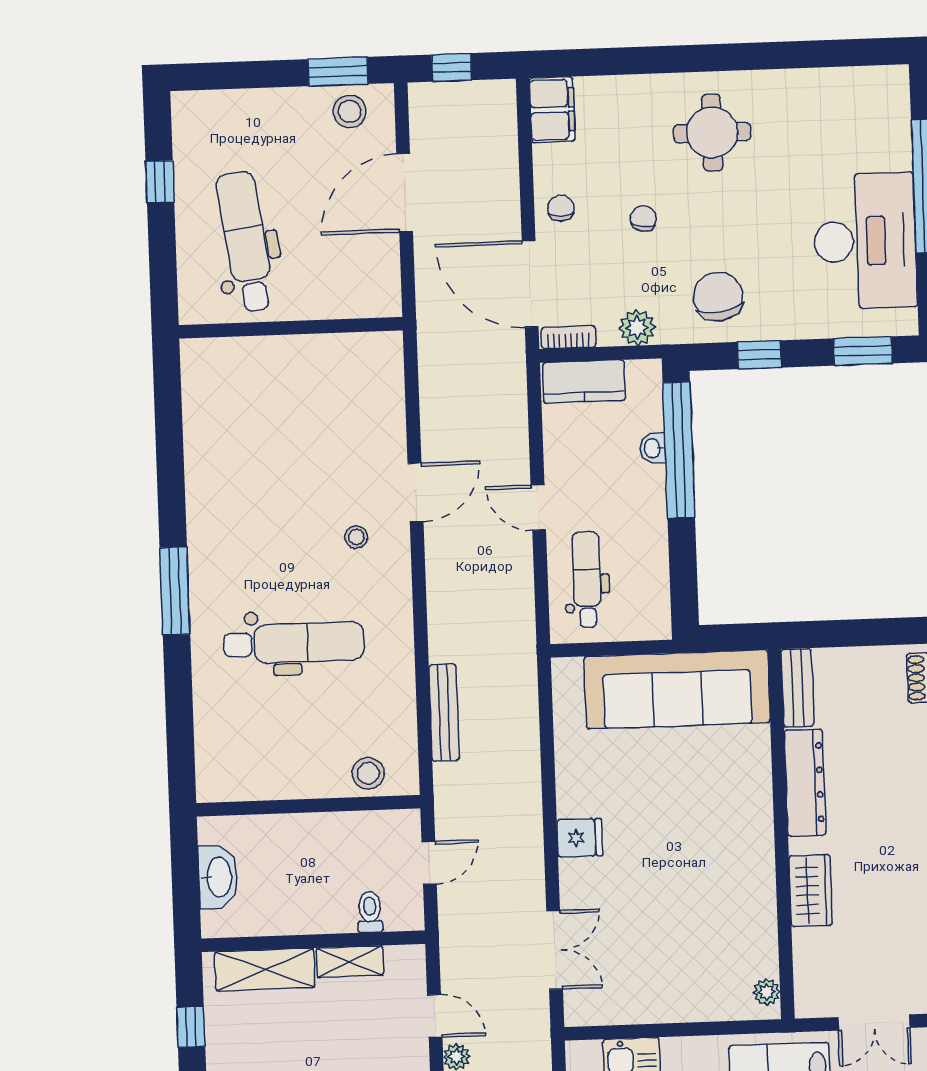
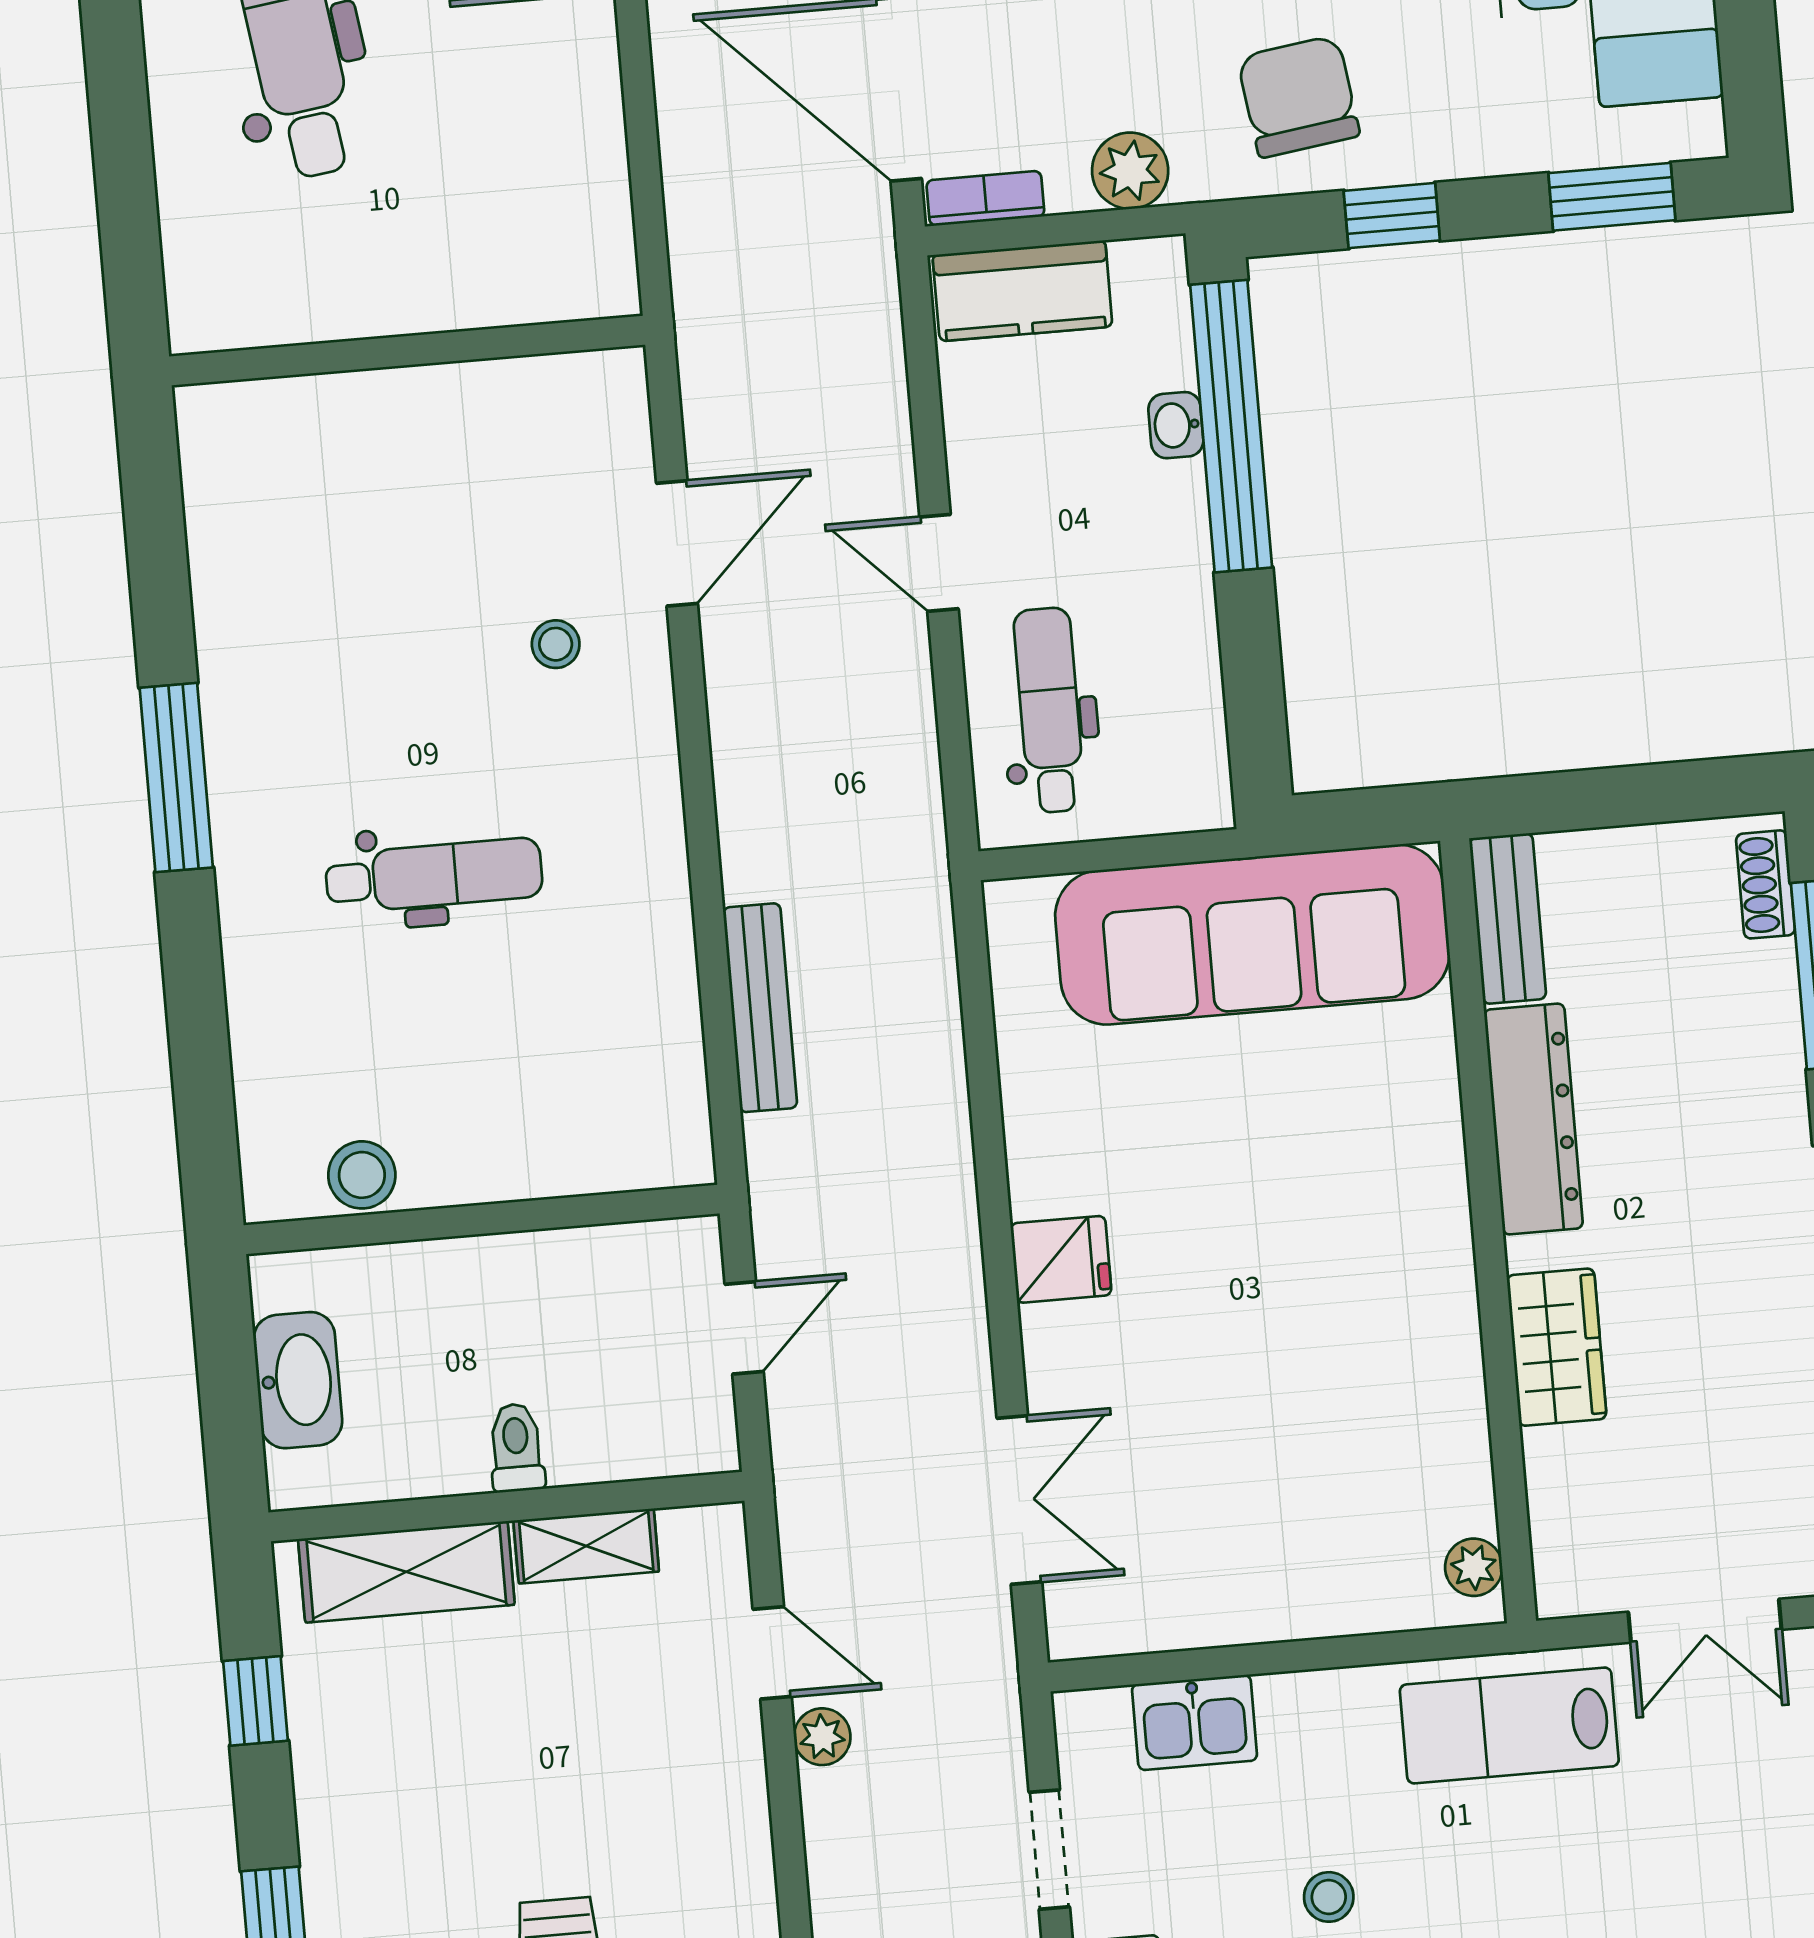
wall: (291, 328) -> (407, 351), moved
dental chair: (294, 643) -> (434, 875), width x0.73, depth x0.72
stool: (368, 773) -> (362, 1175), moved
toilet: (370, 912) -> (516, 1448), moved

